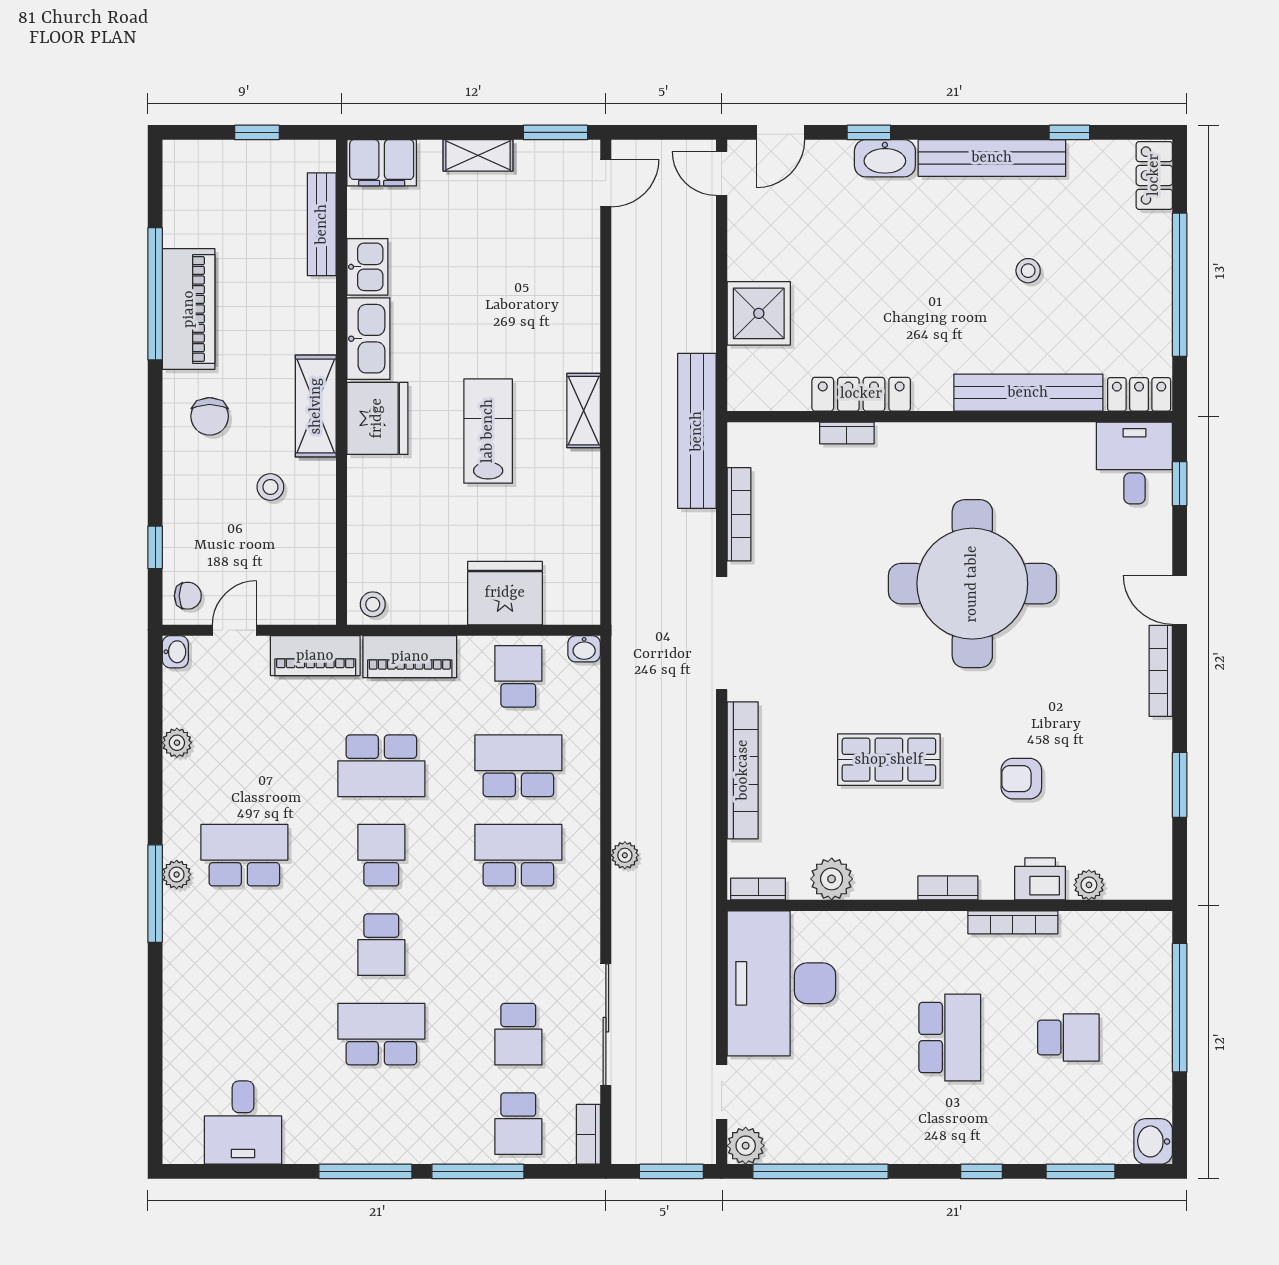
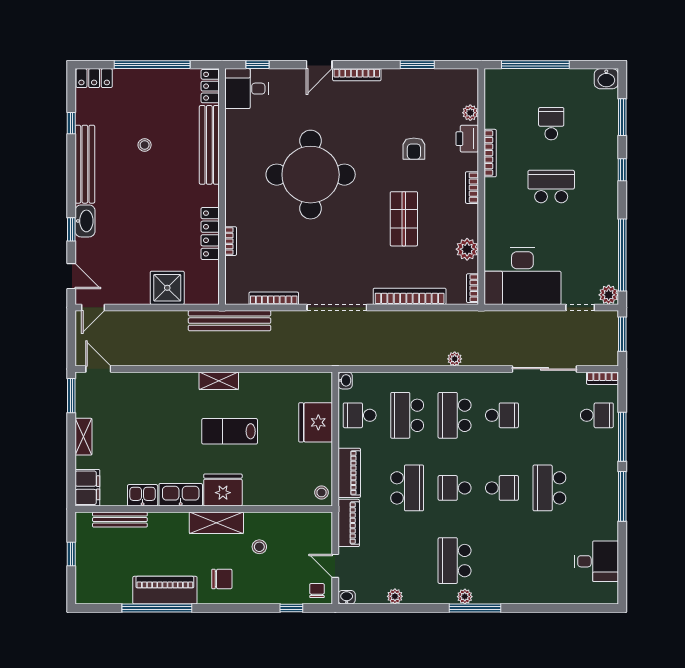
school desk: (518, 1034) -> (502, 415), moved

